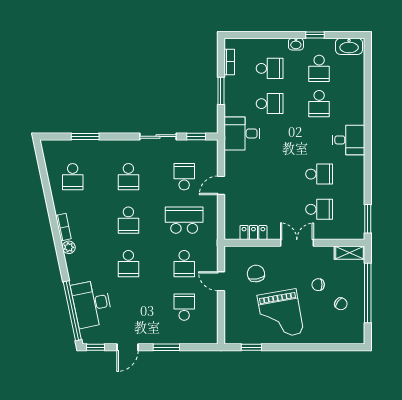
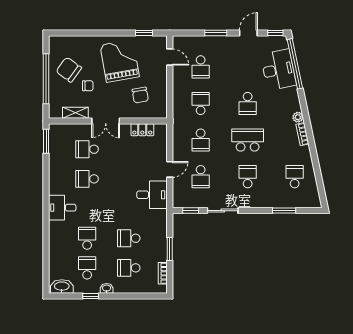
desk: (242, 133) -> (152, 195), moved
school desk: (128, 220) -> (248, 140), width x1.85
school desk: (184, 220) -> (201, 140), width x0.54
shelving: (349, 253) -> (75, 113), moved
school desk: (128, 264) -> (248, 103), turned 180
door: (221, 281) -> (170, 57), moved
chair: (341, 304) -> (69, 70), width x1.87, depth x1.87

